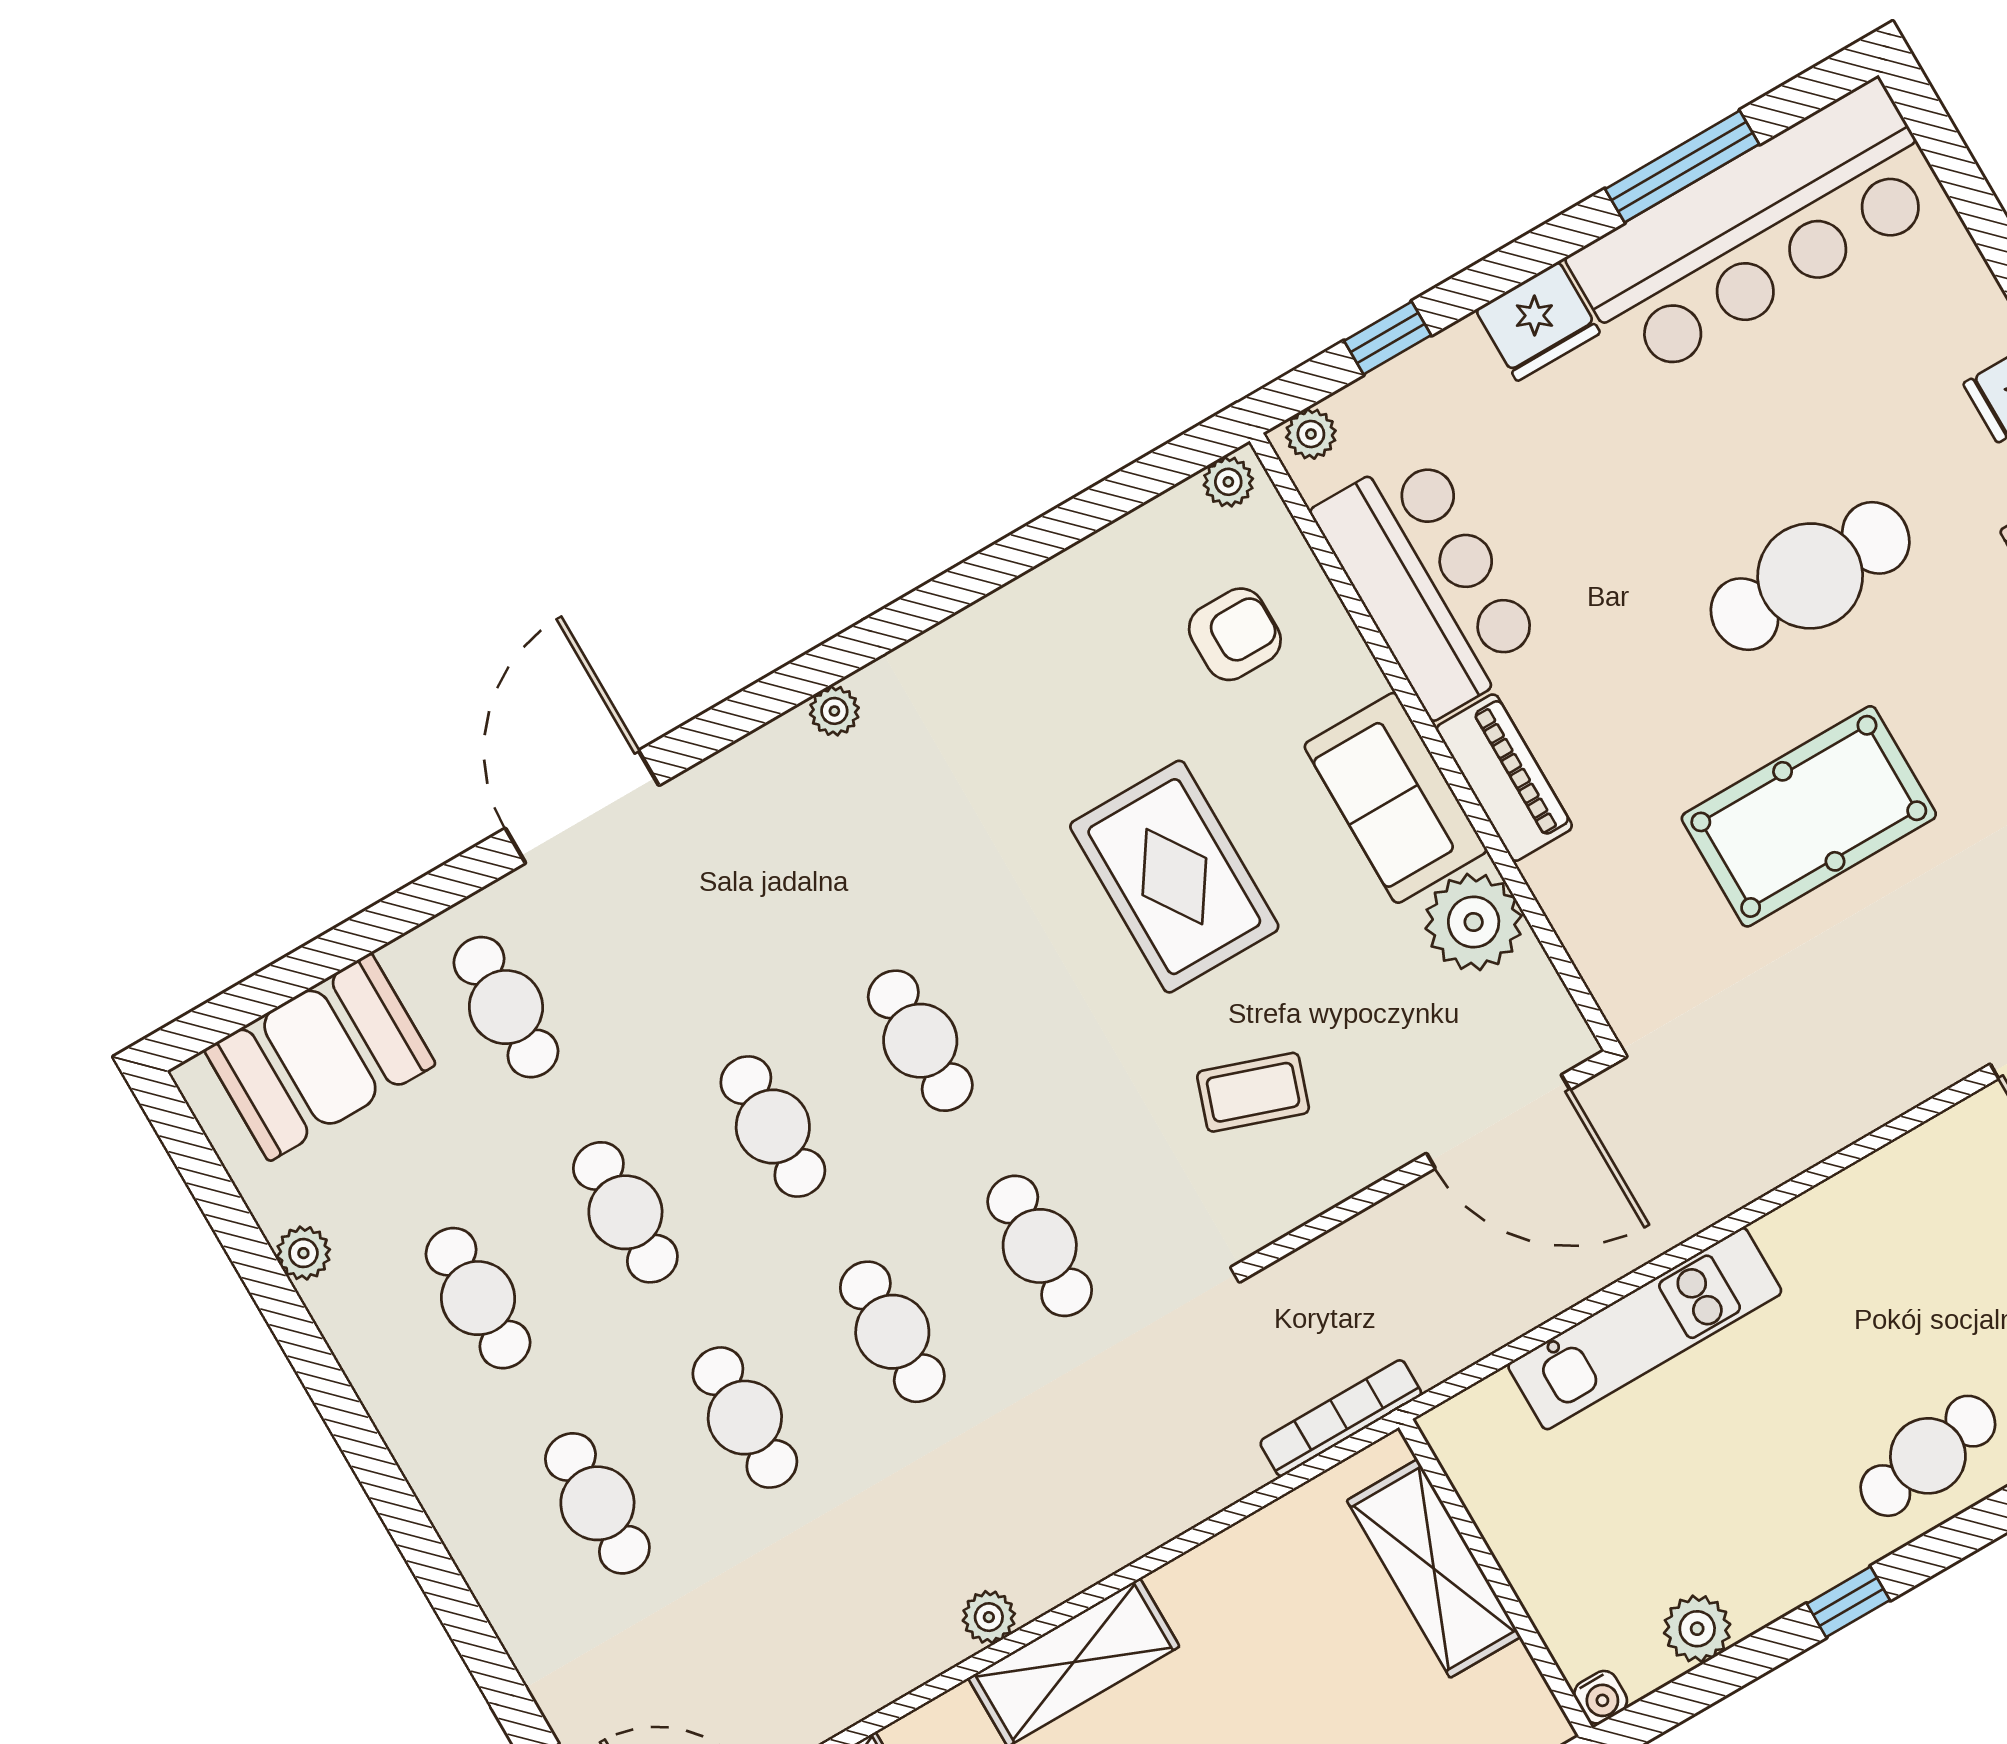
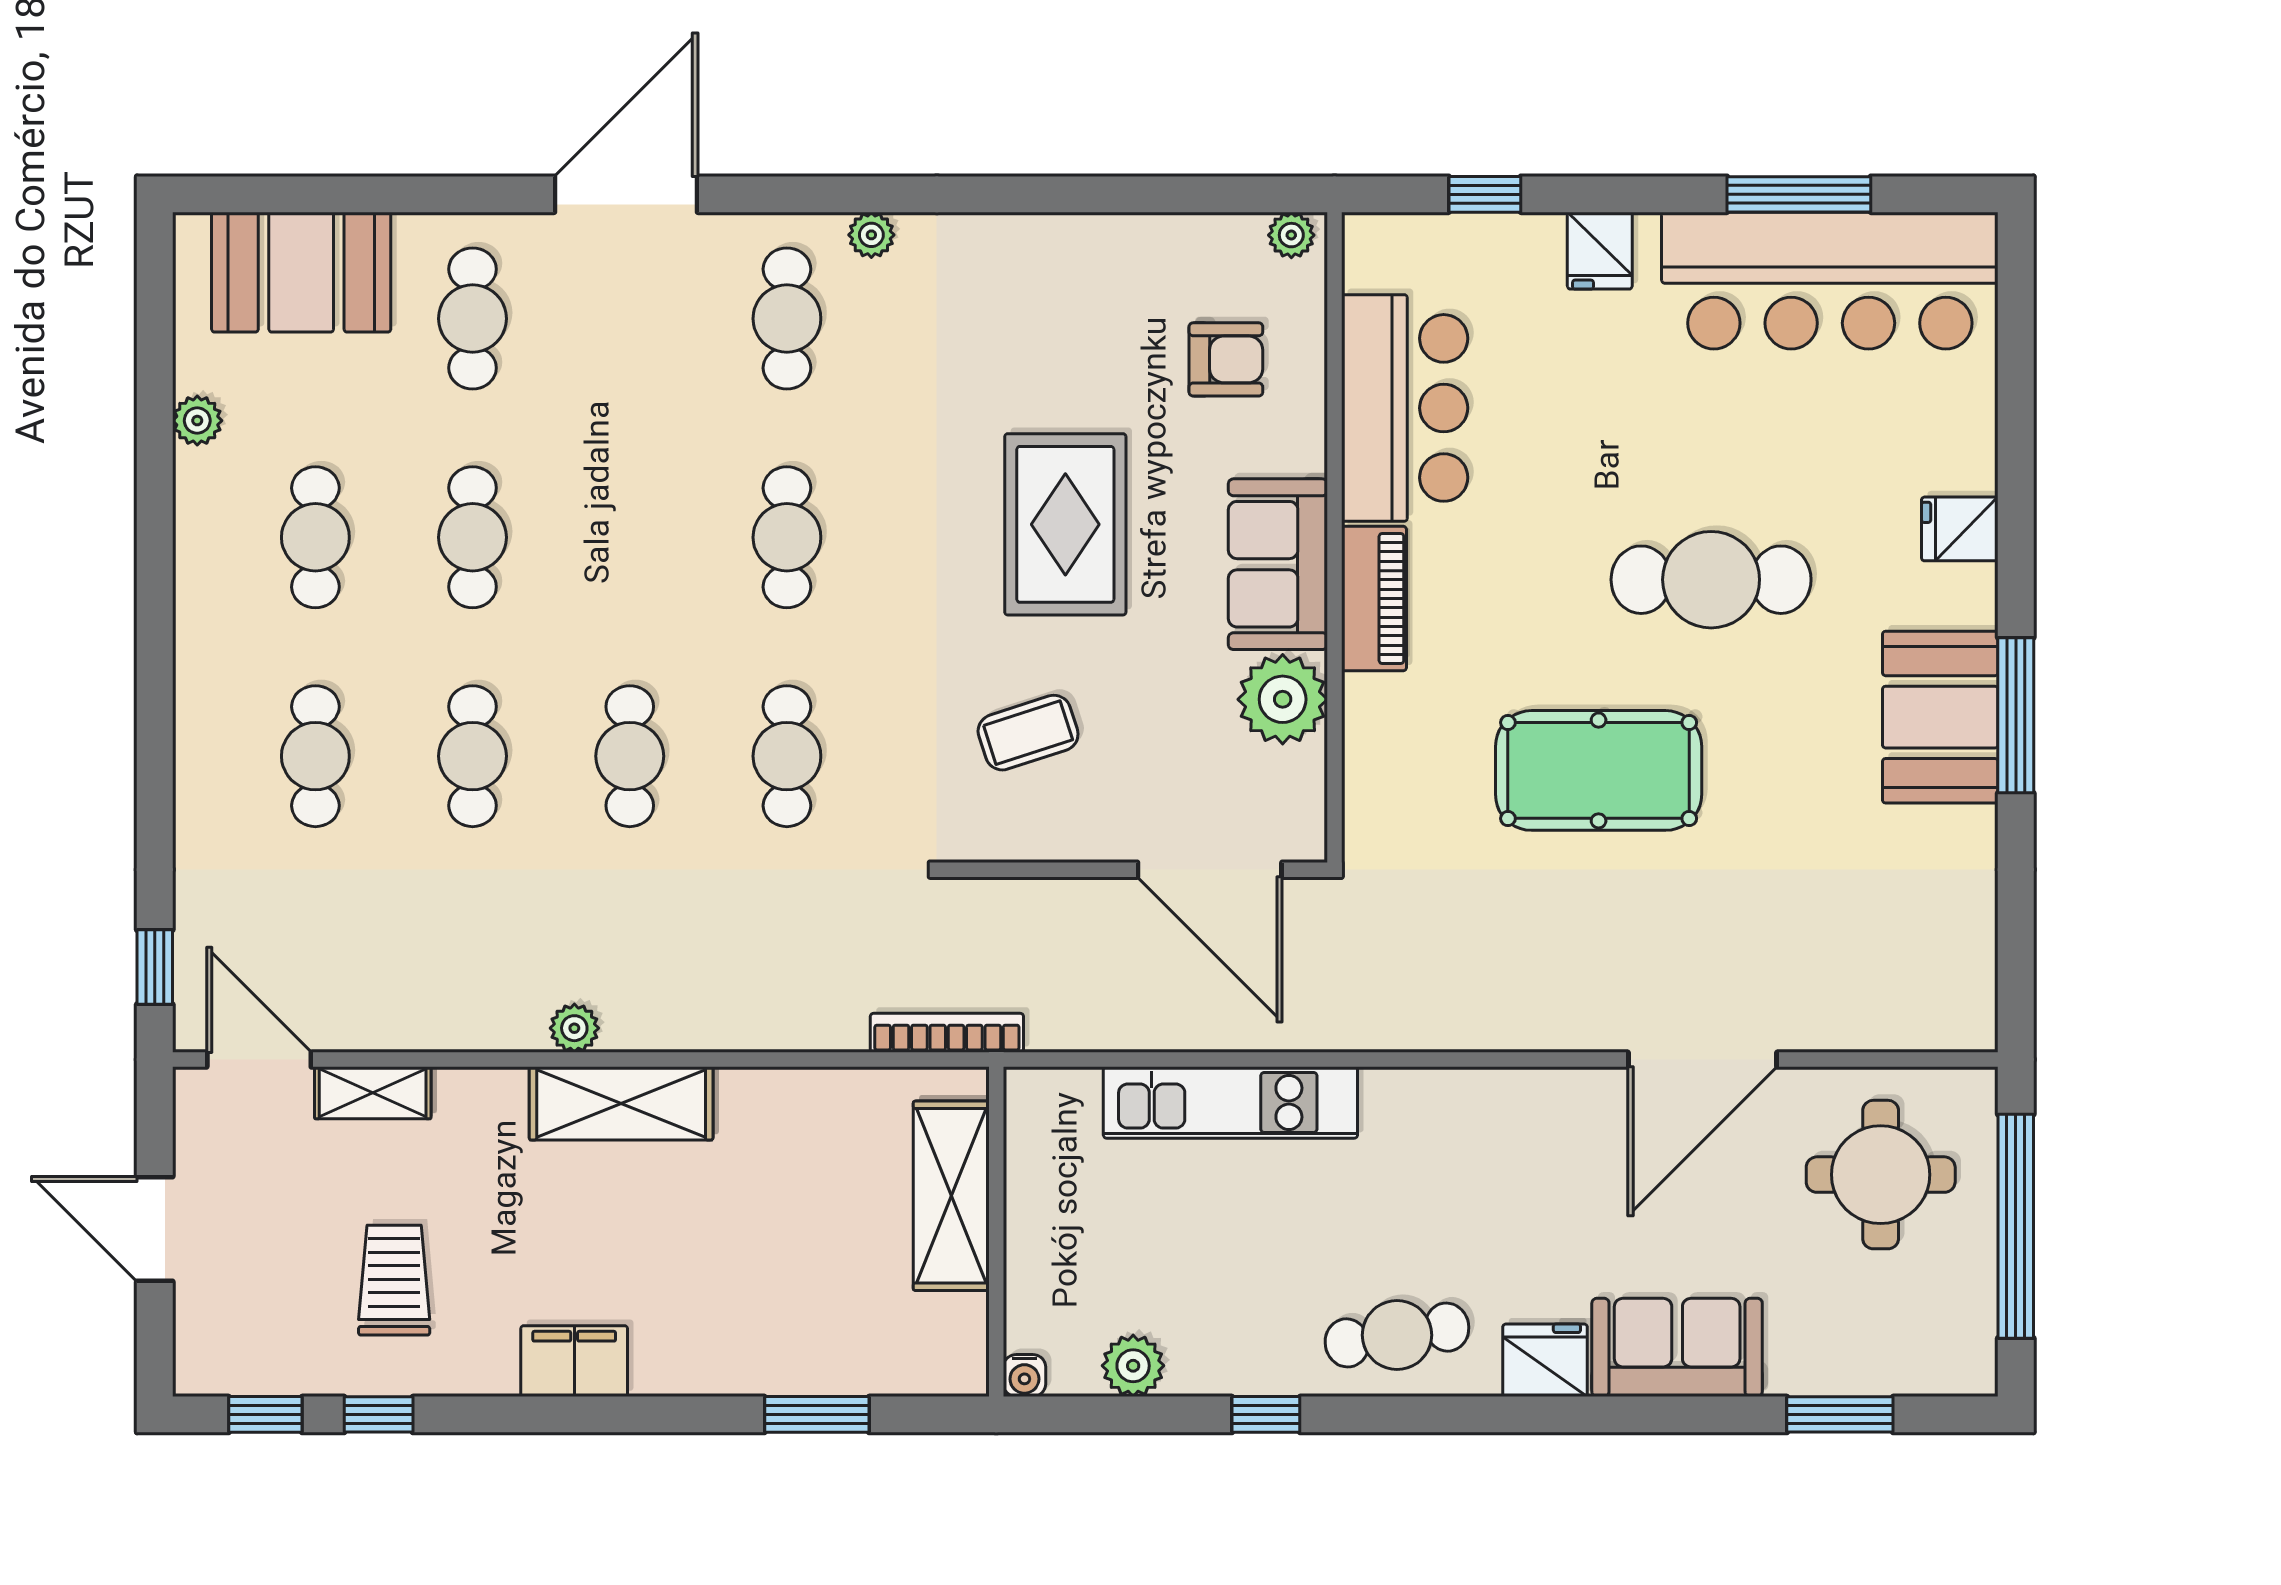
fridge: (1538, 321) -> (1600, 251), width x0.72
plant: (1311, 434) -> (1379, 235), removed
coffee table: (1253, 1092) -> (1028, 733), turned -37
cafe table: (773, 1127) -> (787, 319), moved

